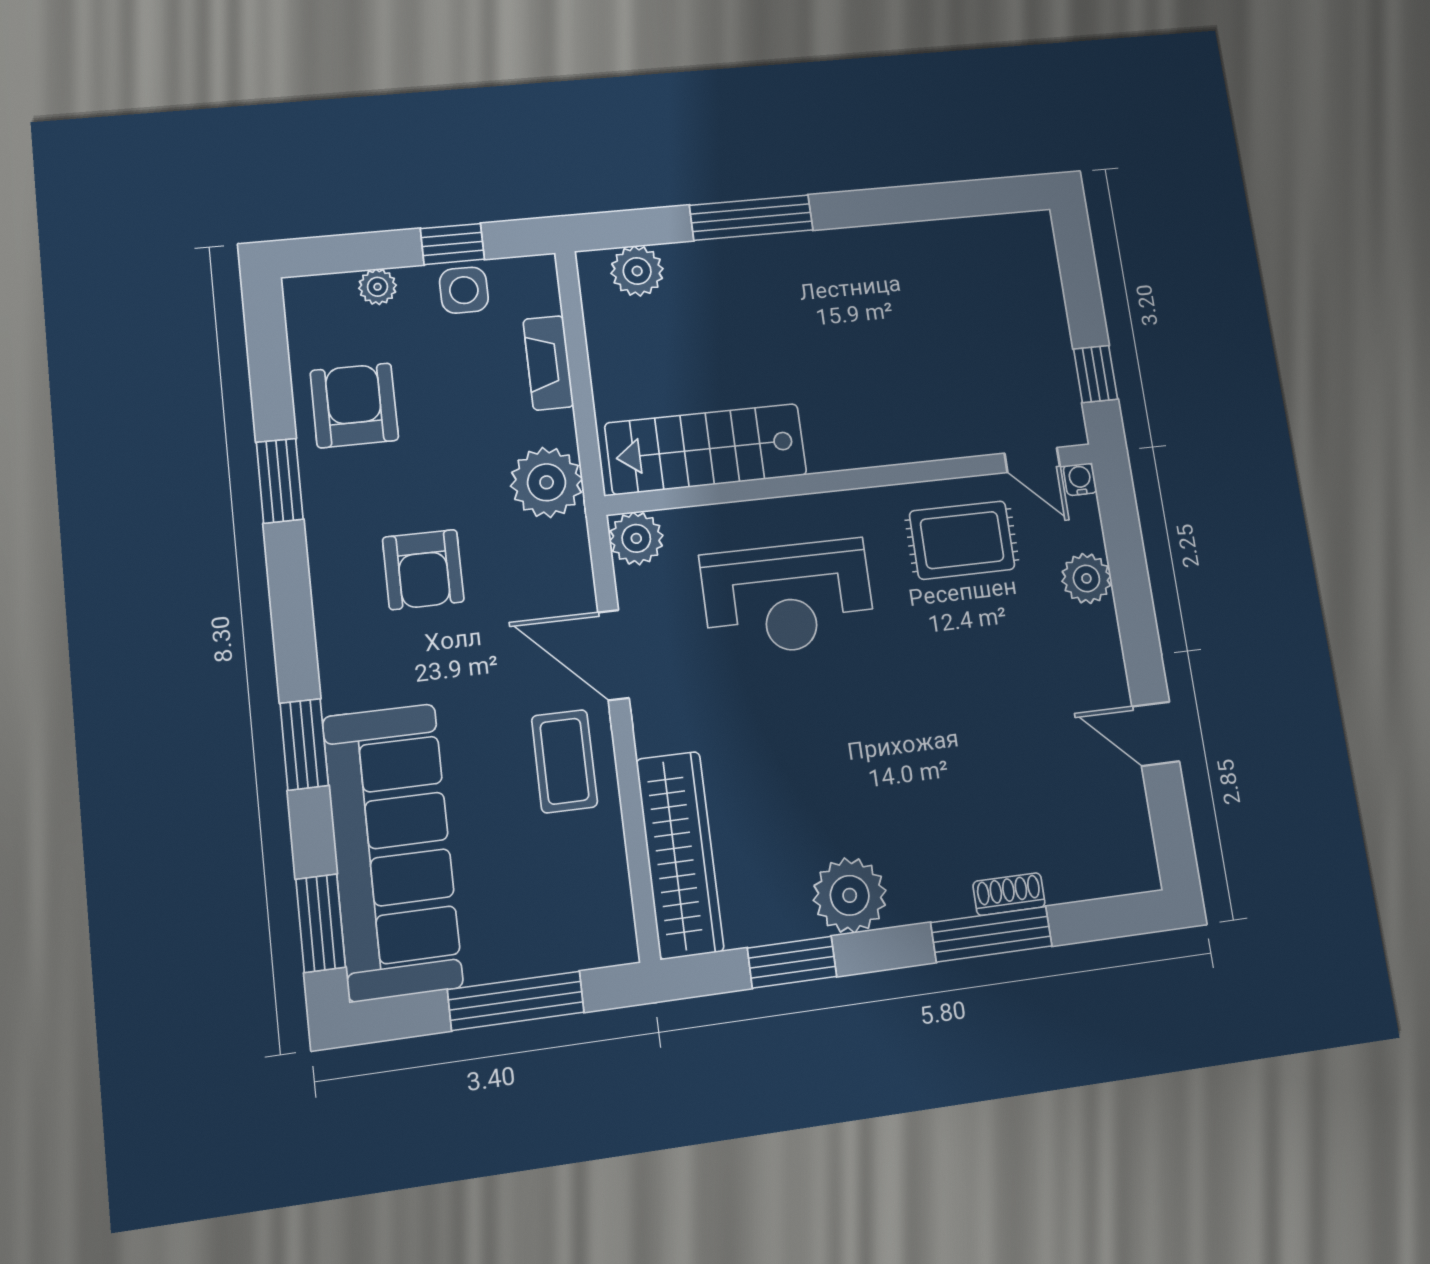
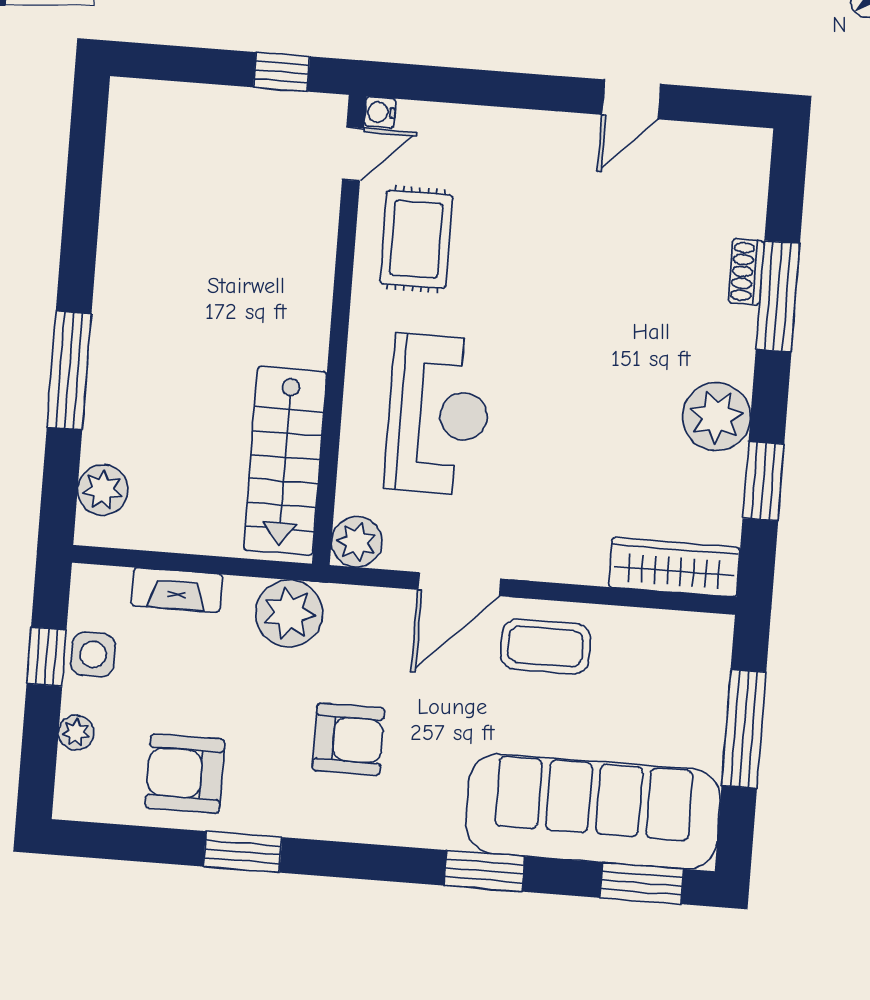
plant: (1086, 578) -> (475, 129), removed
wardrobe: (680, 855) -> (674, 567), width x0.71, depth x0.85

